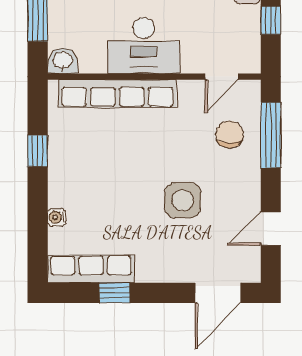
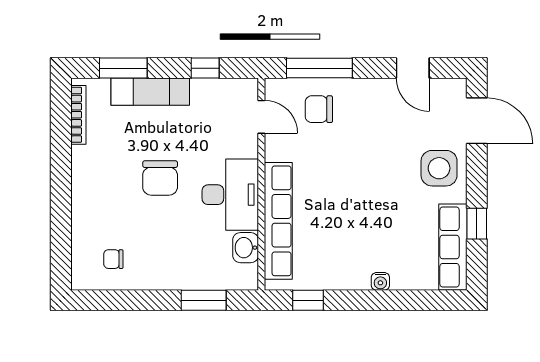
washbasin: (63, 61) -> (246, 248), moved
window: (38, 151) -> (308, 300), moved
side table: (183, 200) -> (439, 168), moved
water cooler: (57, 217) -> (380, 281), moved

